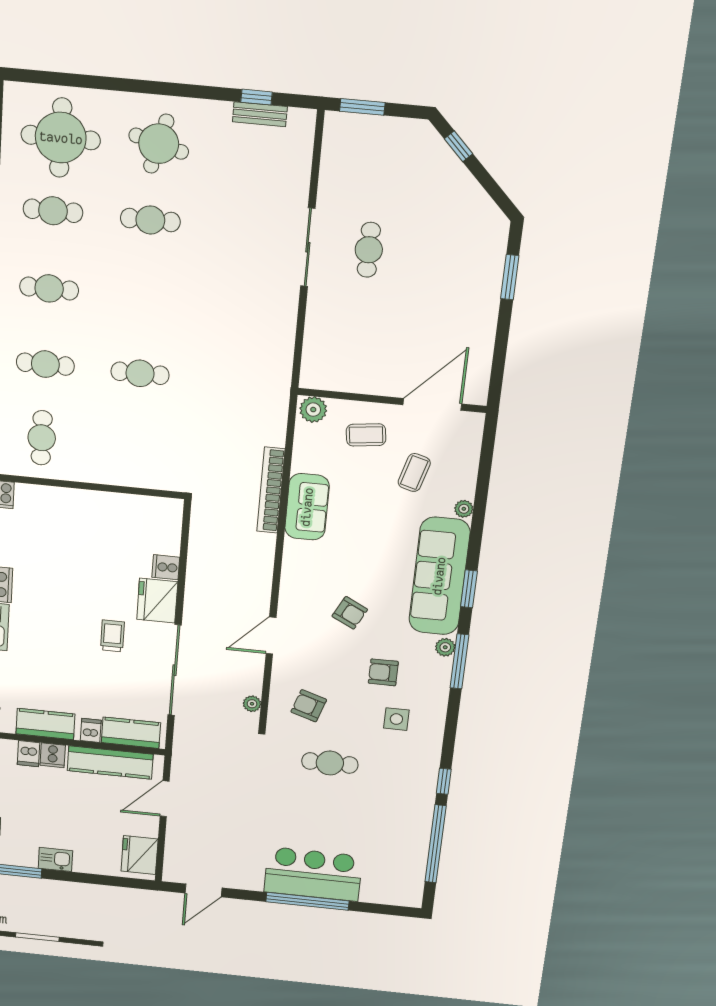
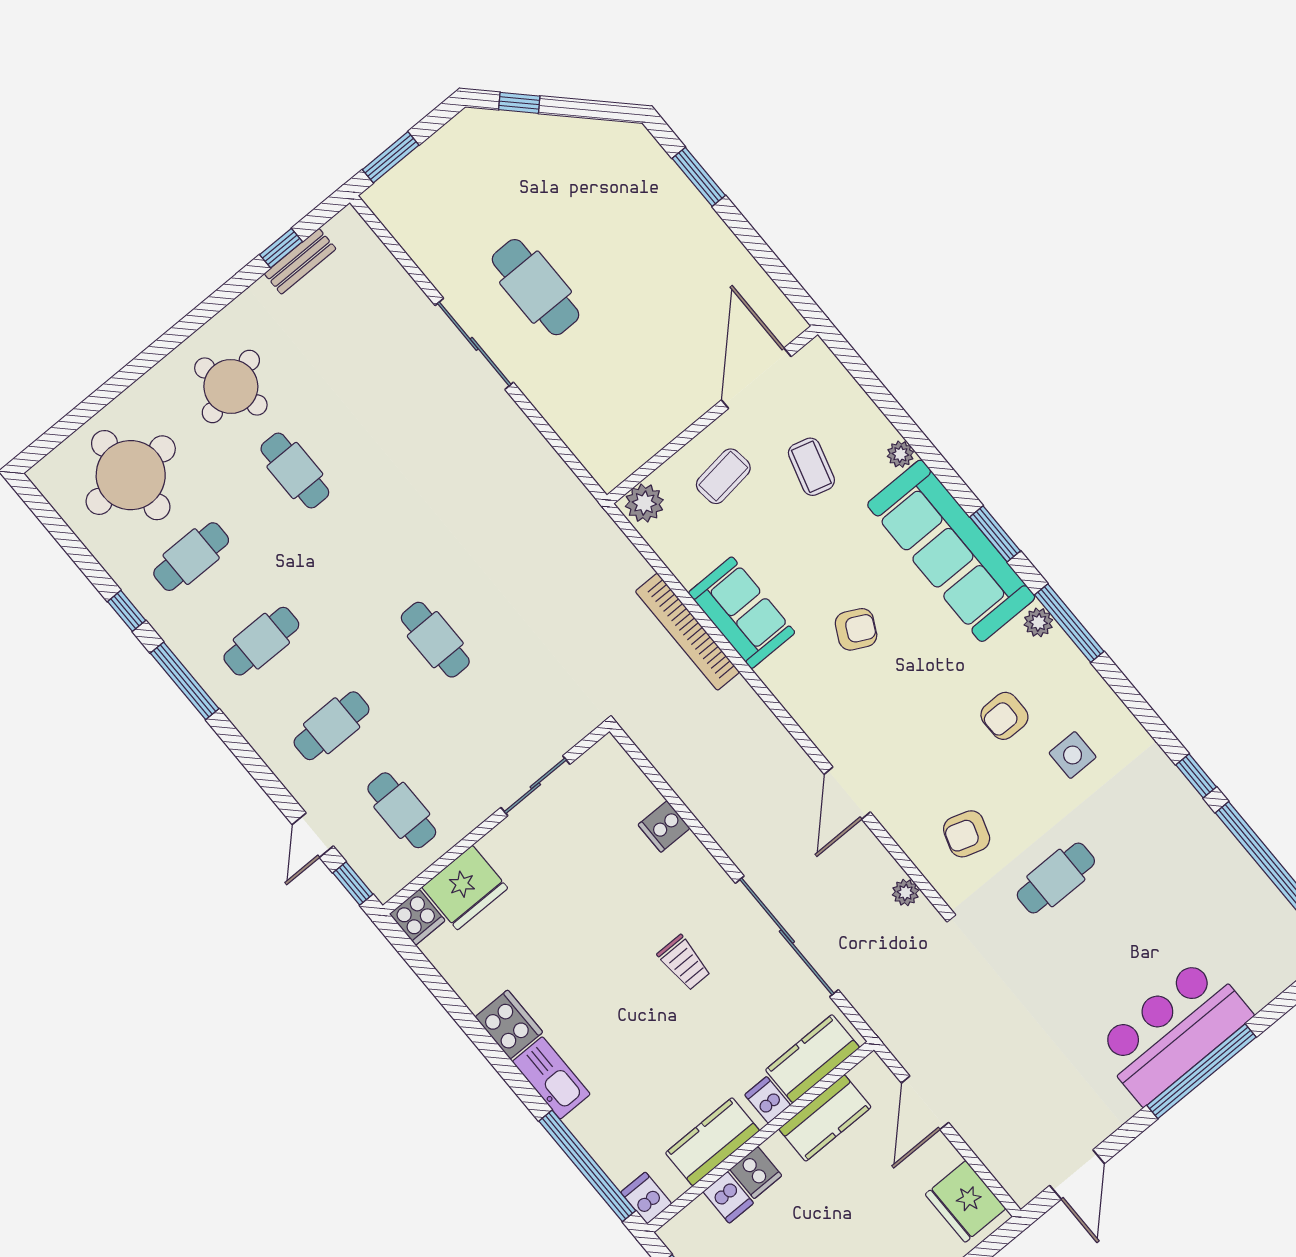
round table: (159, 144) -> (231, 386), turned -30
cafe table: (150, 220) -> (295, 471), turned 90
cafe table: (369, 250) -> (536, 287), width x1.37, depth x1.35
cafe table: (140, 373) -> (435, 640), turned 90
sliding door: (121, 489) -> (535, 786), added
fridge: (157, 601) -> (465, 888), moved, turned -90
armchair: (350, 613) -> (856, 629), moved
trolley: (112, 636) -> (684, 963), turned 180
kitchen counter: (110, 762) -> (825, 1118), width x0.67

